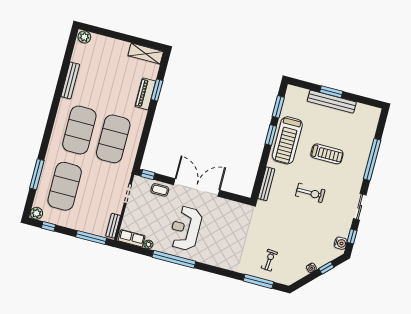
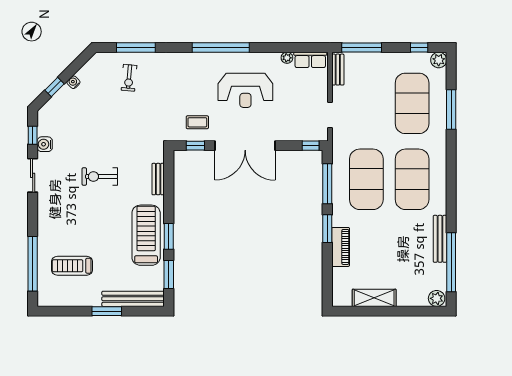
shelving: (146, 54) -> (374, 298), moved
window: (67, 61) -> (451, 262), added
window: (157, 90) -> (327, 229), moved
bench: (332, 102) -> (133, 299), moved
window: (143, 143) -> (327, 184), added
treadmill: (327, 154) -> (72, 266), moved
window: (372, 160) -> (33, 264), moved
bench: (266, 184) -> (158, 179), width x0.73
coffee table: (160, 190) -> (197, 122), moved
window: (233, 197) -> (195, 146), added
reception desk: (186, 228) -> (245, 90), turned 90
water cooler: (341, 243) -> (45, 144), moved
window: (174, 259) -> (221, 47), moved

